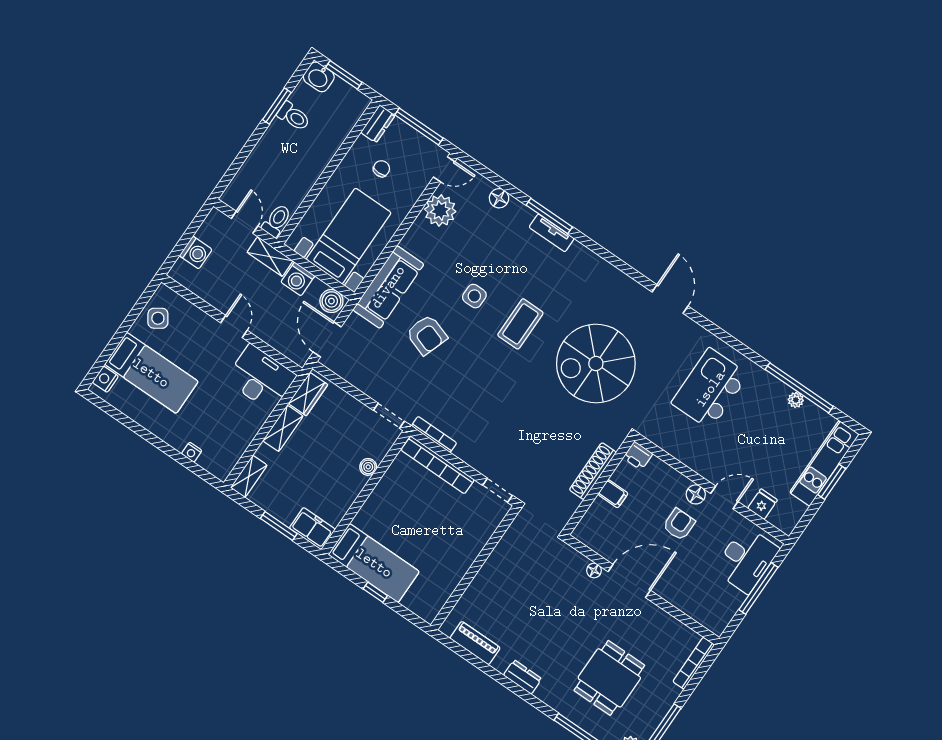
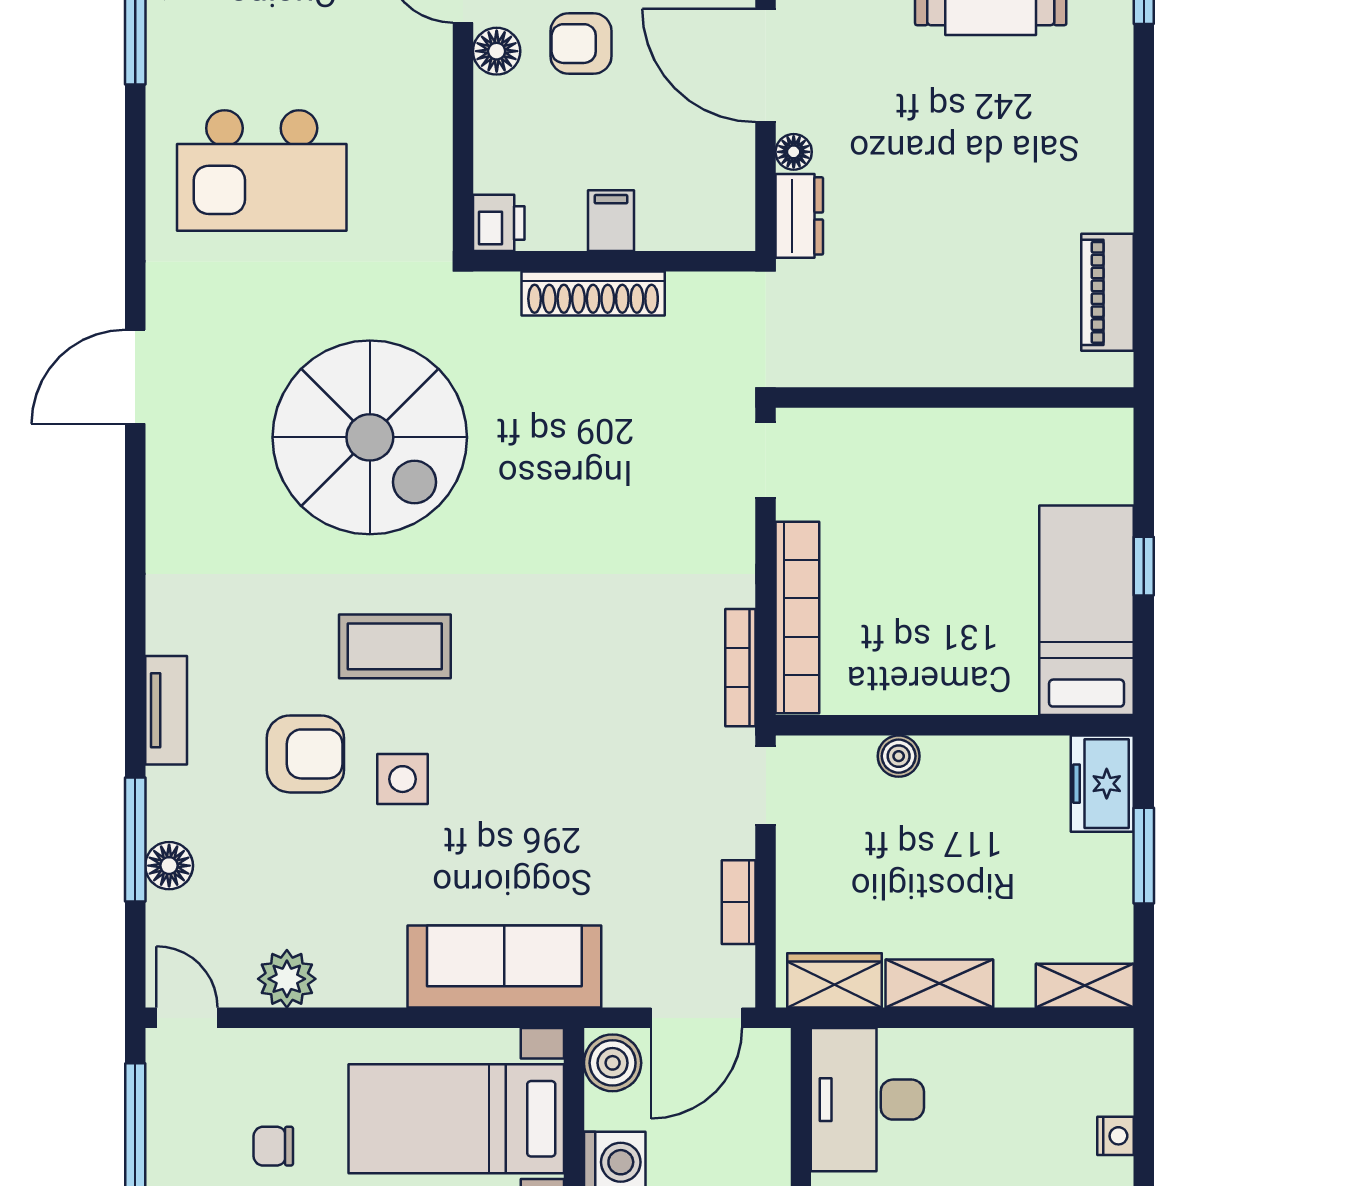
plant: (440, 210) -> (287, 979), width x0.73, depth x0.73
window: (549, 216) -> (135, 839), moved
armchair: (427, 335) -> (305, 754), moved, turned 71
bookcase: (356, 380) -> (739, 902), added
dresser: (523, 677) -> (799, 216), moved, turned 180

